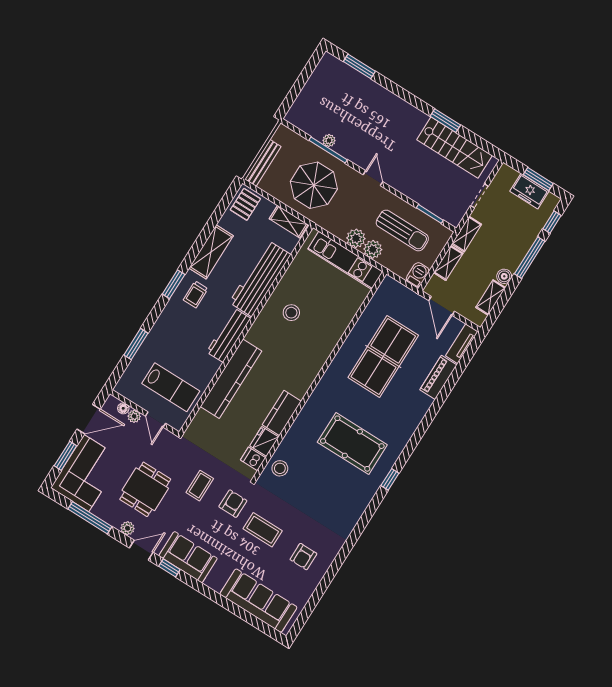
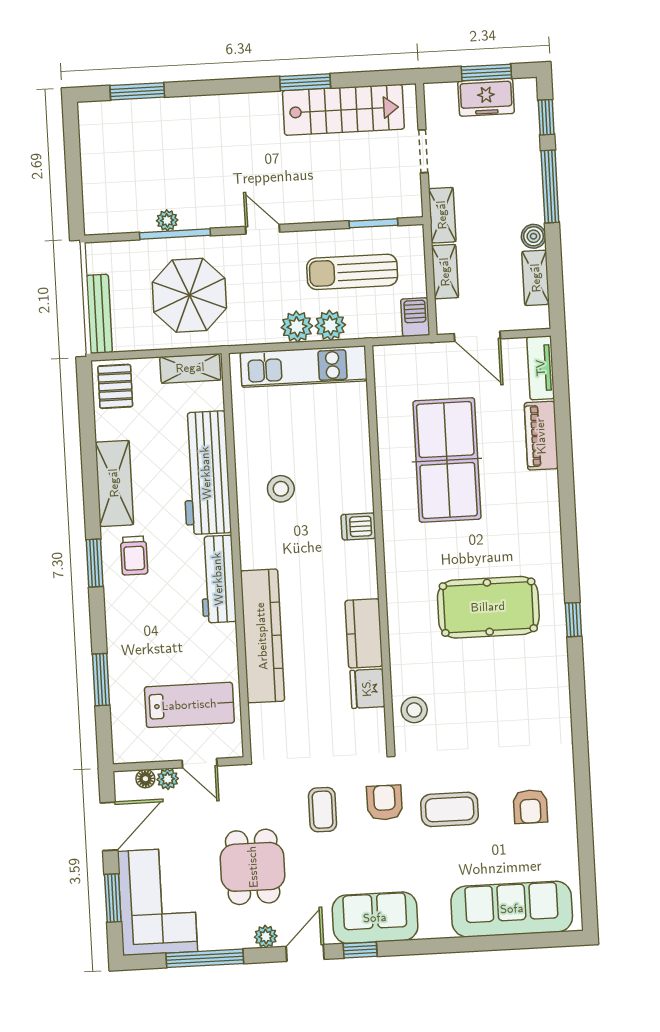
sun lounger: (402, 231) -> (352, 272), turned 180
dishwasher: (253, 459) -> (358, 526), moved

